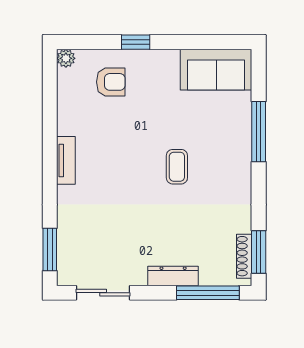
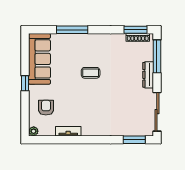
window: (136, 42) -> (25, 83), moved
sofa: (216, 70) -> (39, 59), width x1.36
tv unit: (66, 160) -> (68, 131), moved
sliding door: (103, 293) -> (157, 112), width x1.37

